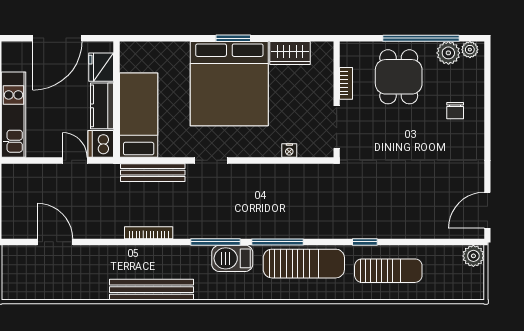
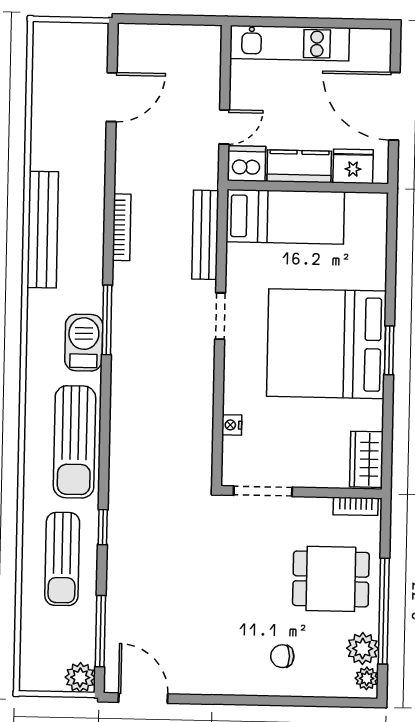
wardrobe: (290, 53) -> (366, 459), moved
bookcase: (346, 83) -> (356, 506), moved
window: (277, 242) -> (100, 631), moved

